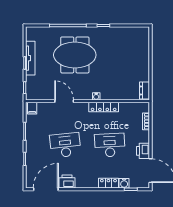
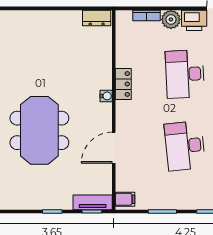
tv unit: (30, 58) -> (93, 202), moved, width x0.71
locker: (104, 107) -> (123, 84), width x0.66
plant: (144, 137) -> (171, 19), added

